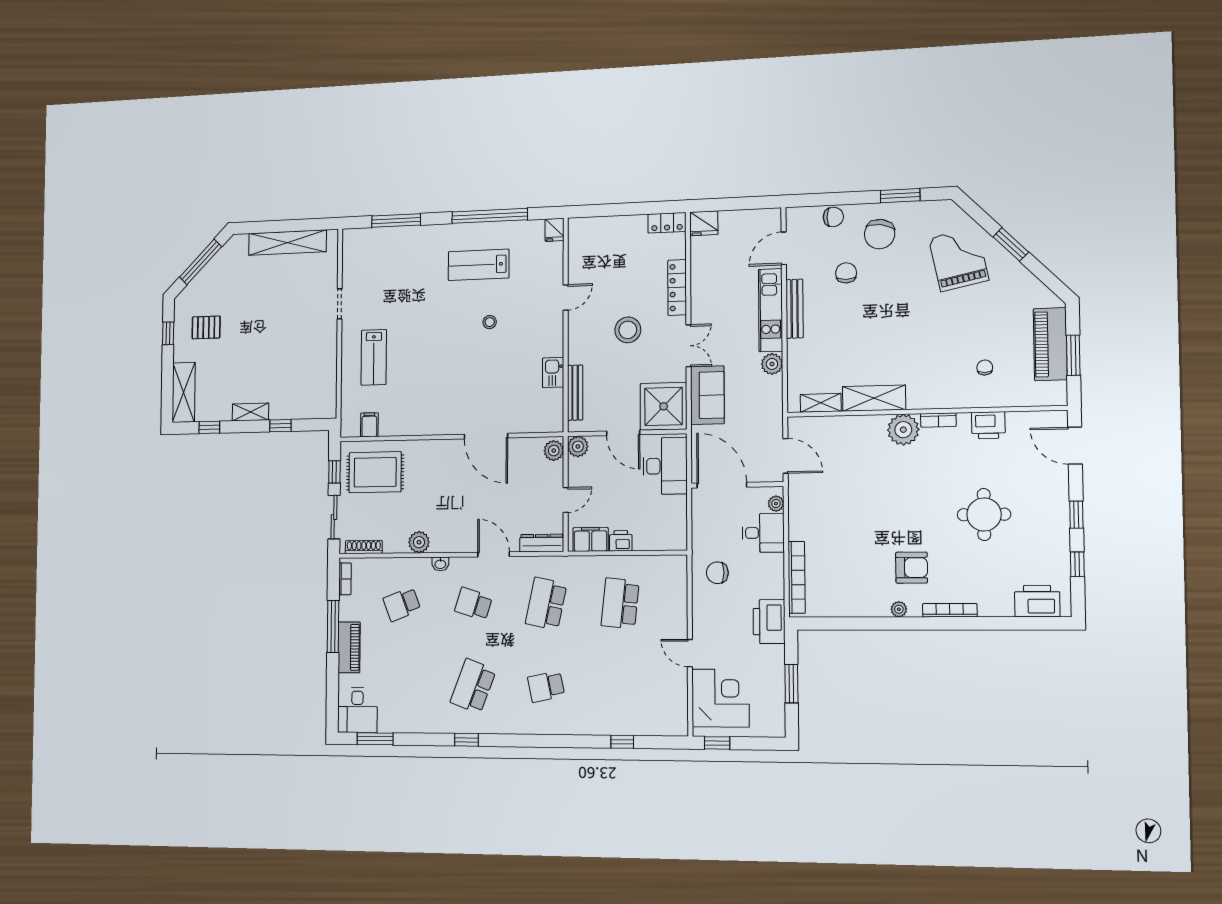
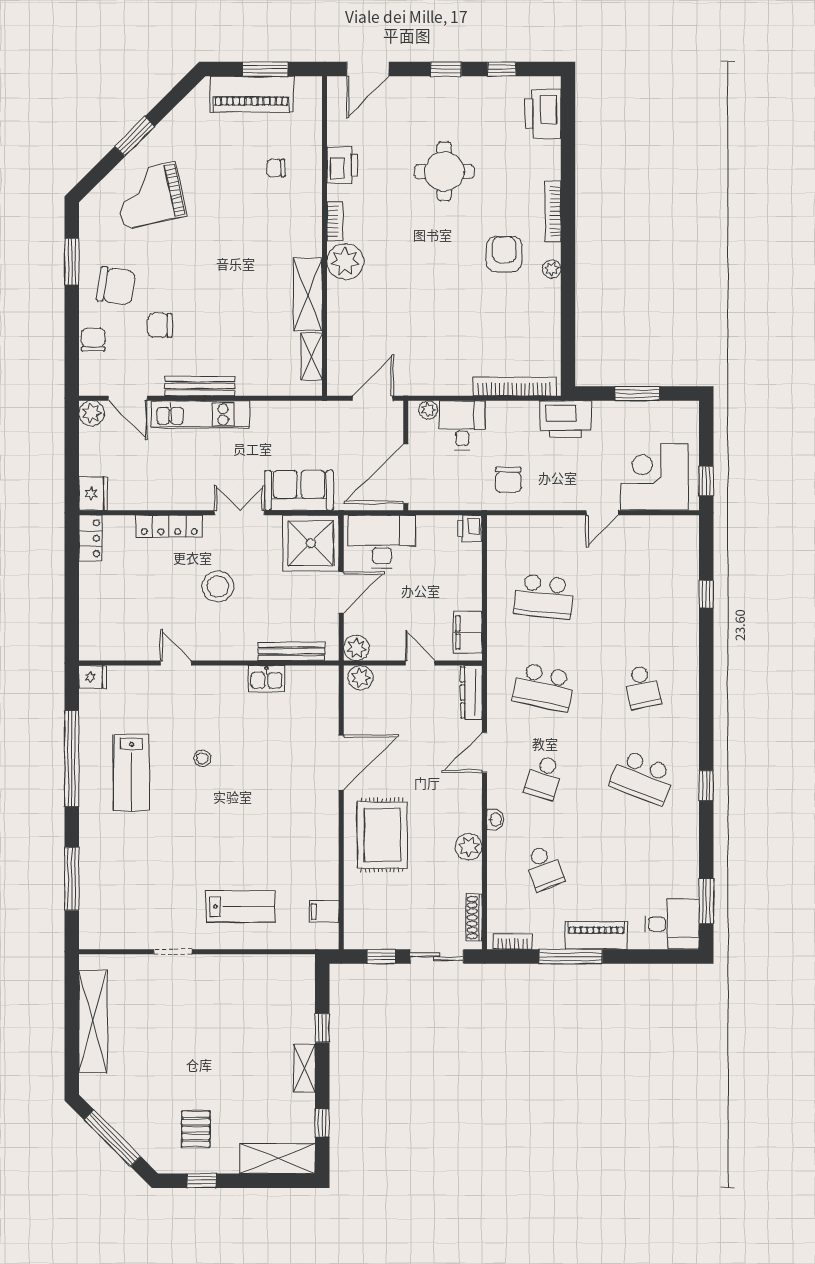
plant: (772, 364) -> (92, 413), moved
rug: (375, 472) -> (382, 835), moved
printer: (621, 541) -> (470, 529), moved

